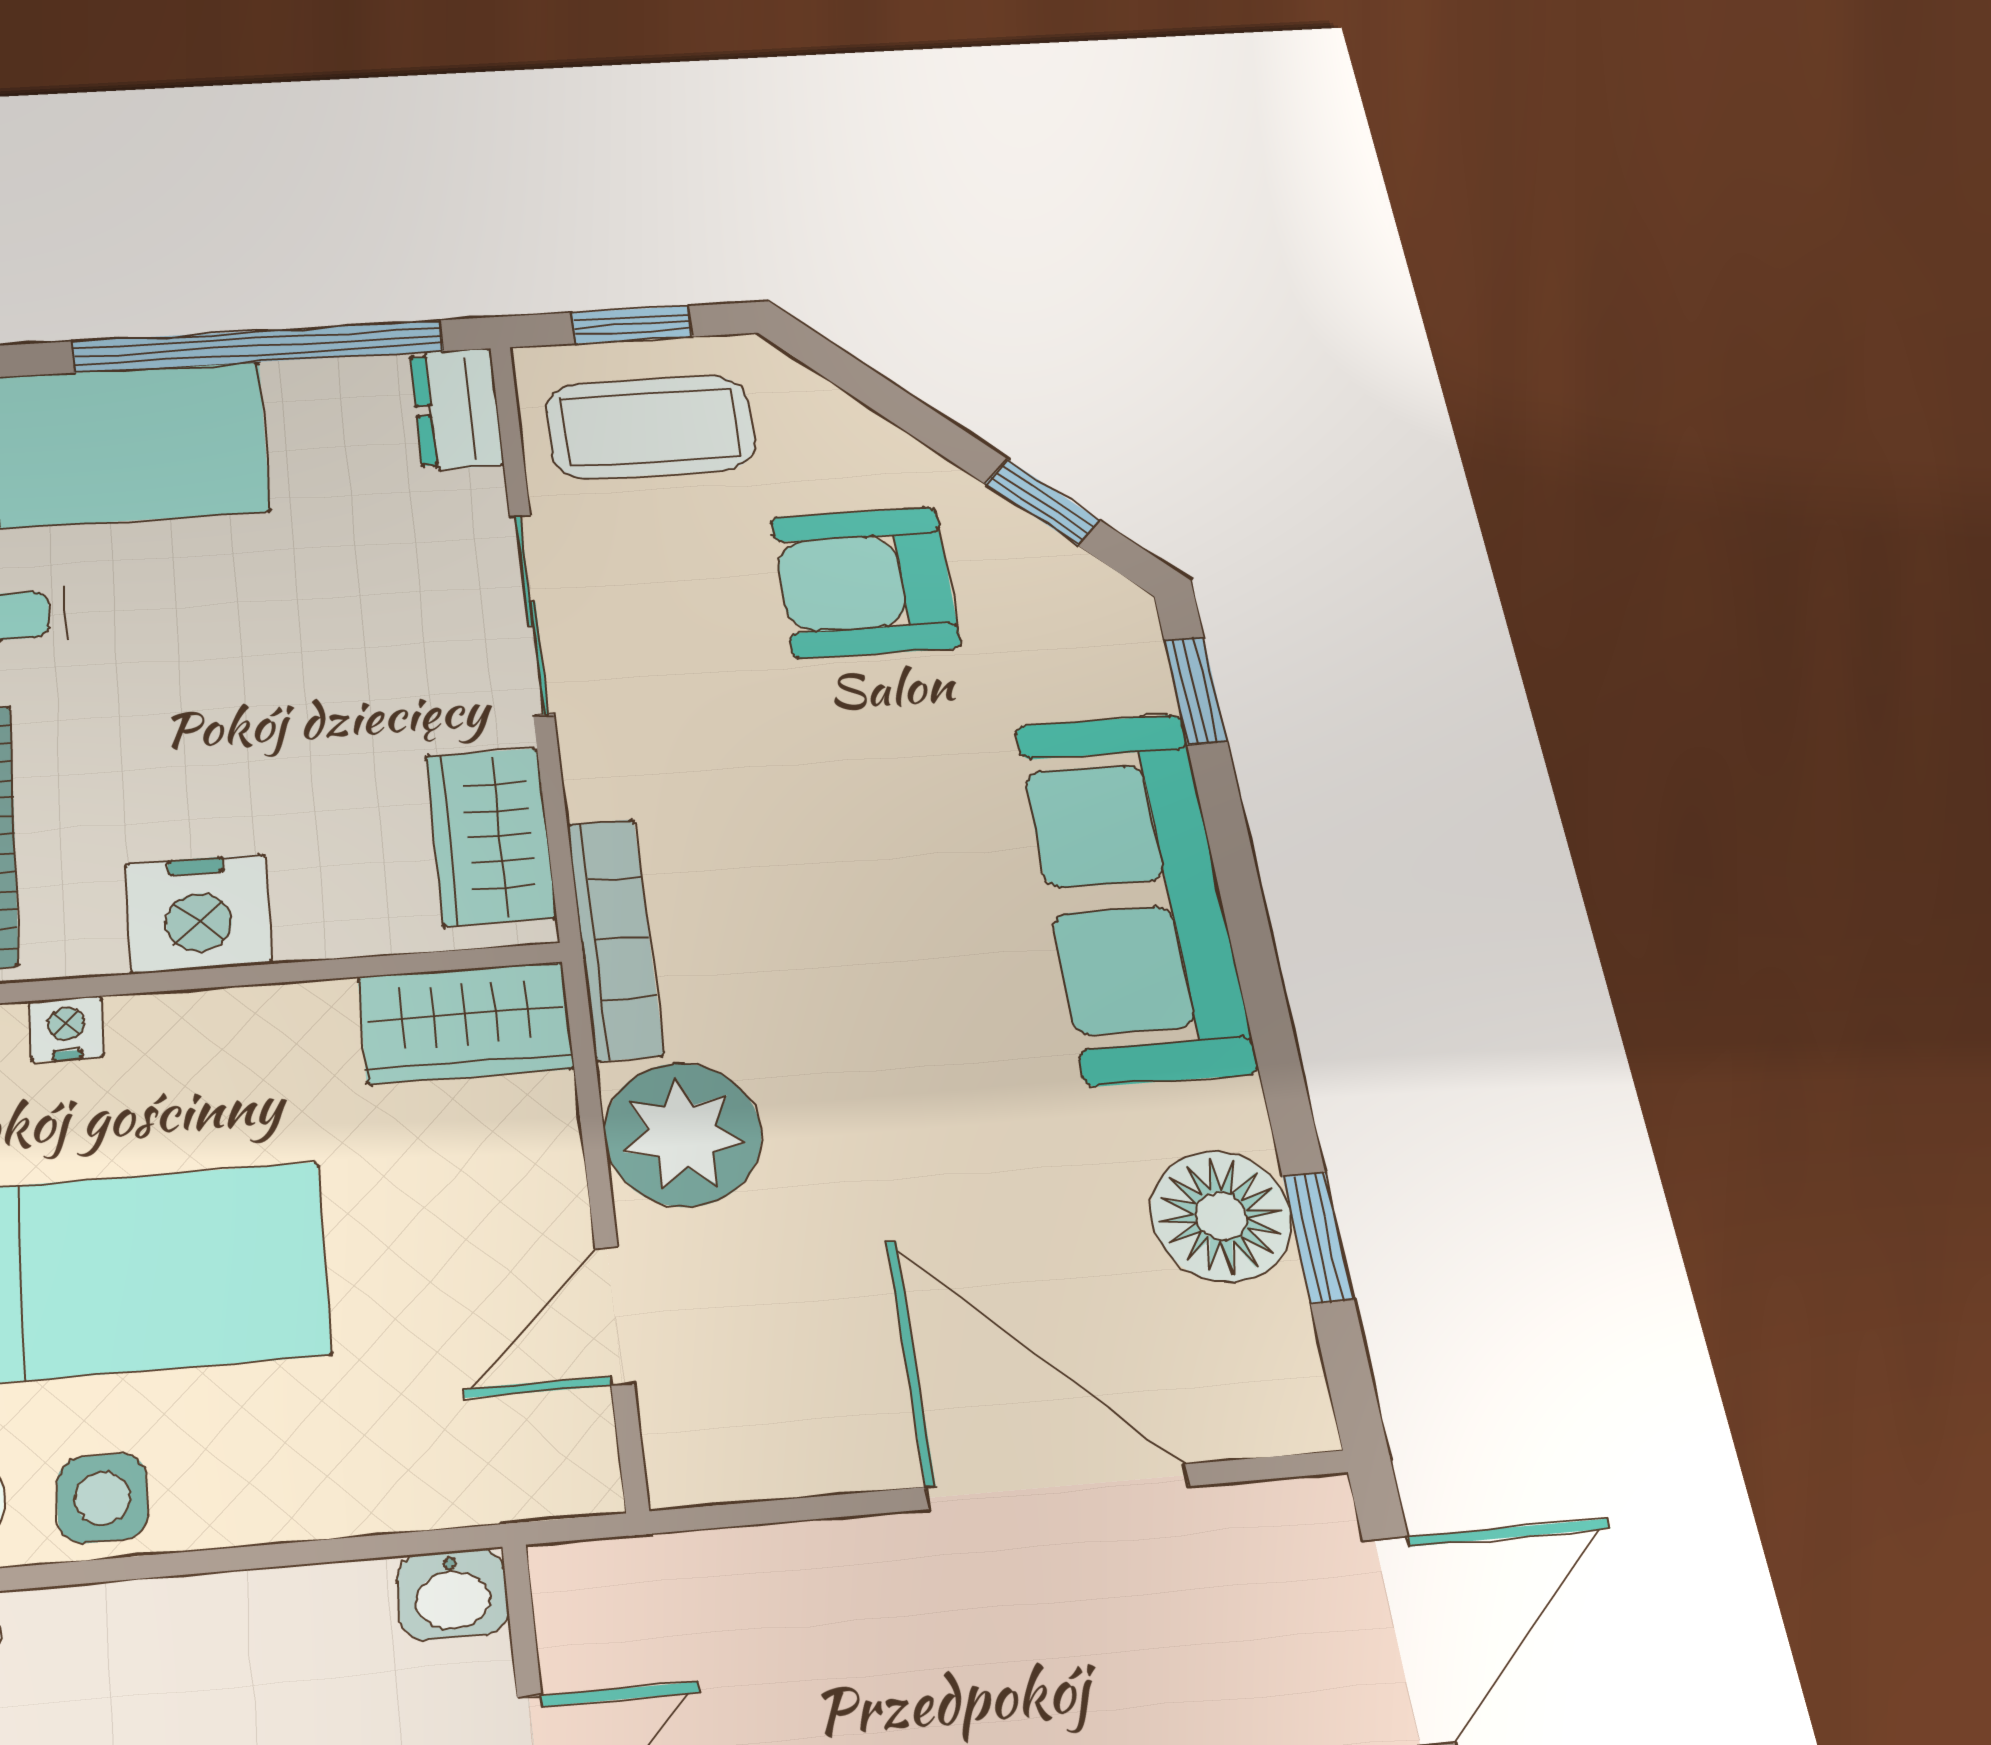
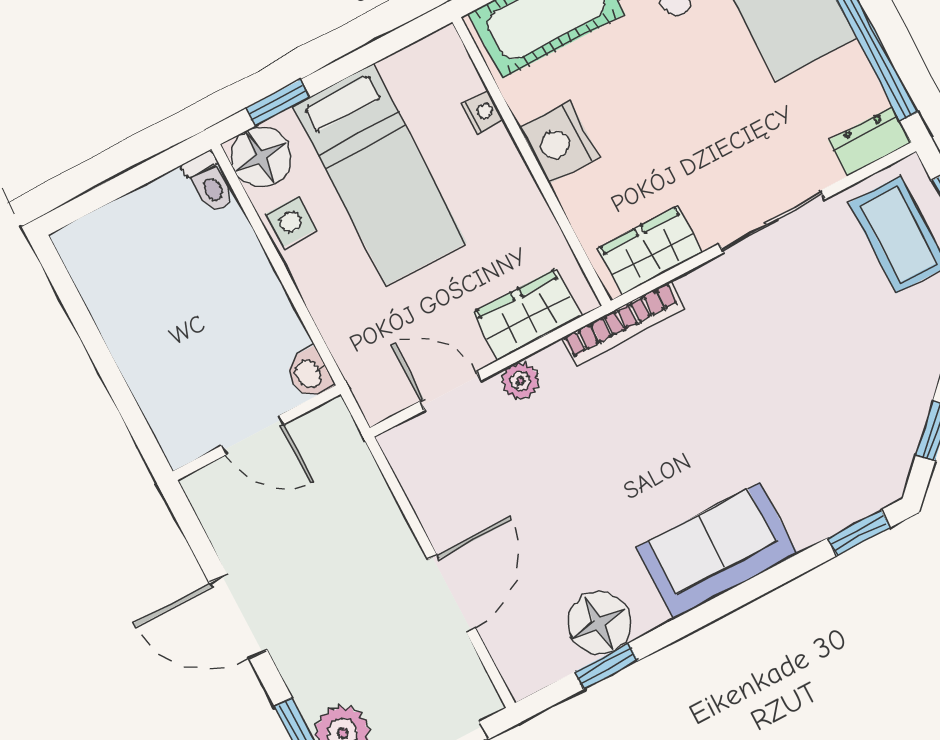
armchair: (865, 582) -> (854, 365), removed
sofa: (1134, 895) -> (717, 551), width x0.73
wardrobe: (465, 1023) -> (527, 314), moved, turned 90
plant: (683, 1135) -> (520, 381), width x0.53, depth x0.53
door: (1057, 1487) -> (452, 594), width x0.73

